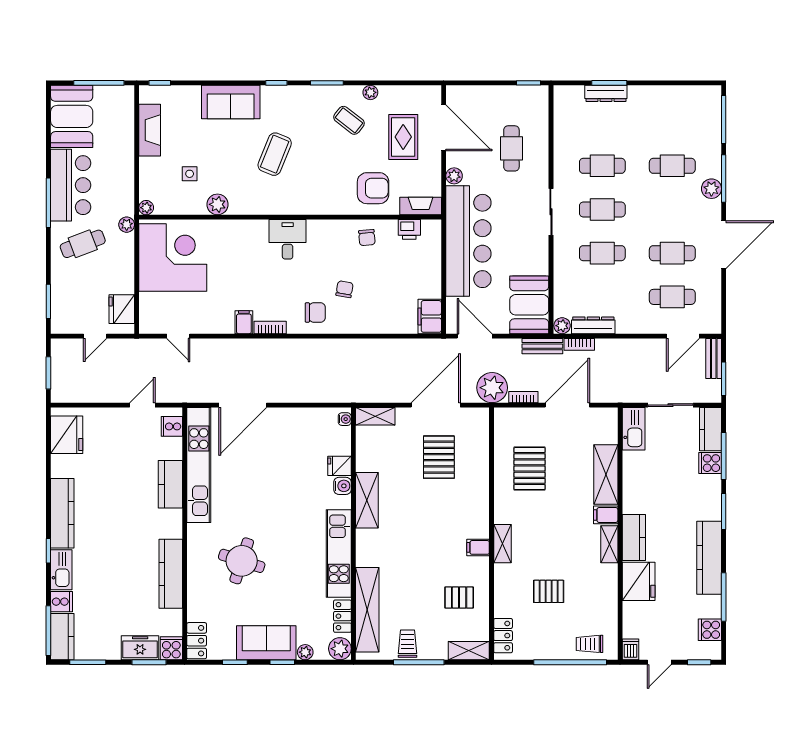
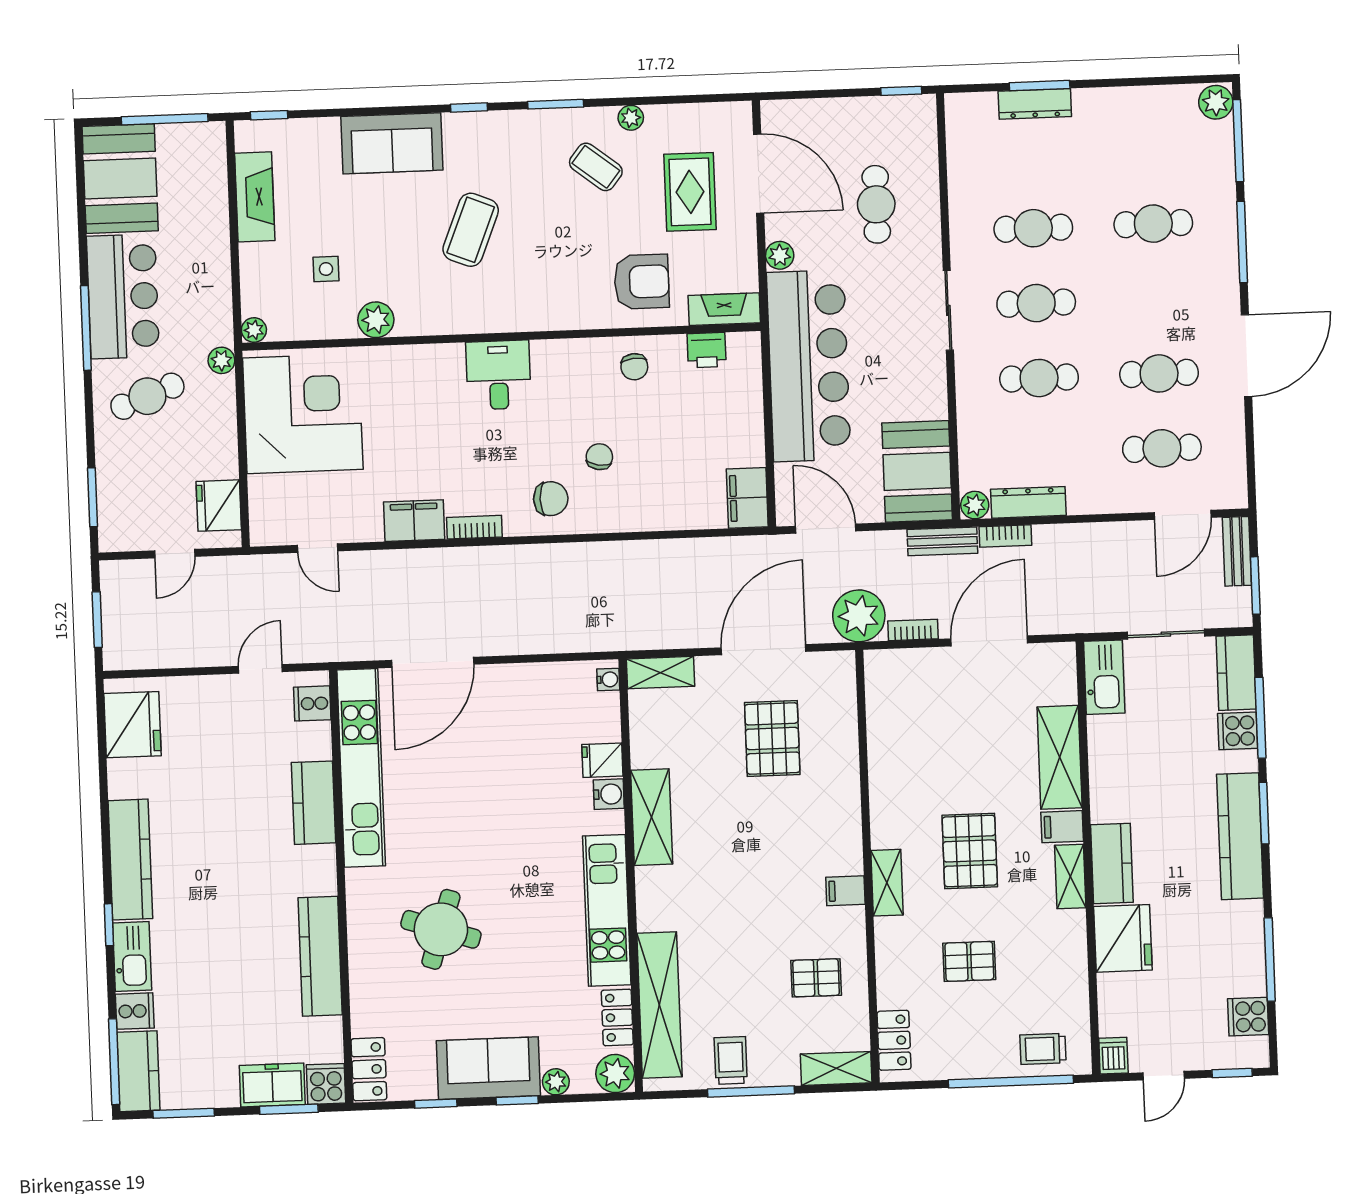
plant: (711, 189) -> (1216, 102), moved
filing cabinet: (244, 322) -> (414, 521), width x2.00
pallet: (530, 469) -> (970, 851), moved
kitchen counter: (709, 558) -> (1240, 836), moved

